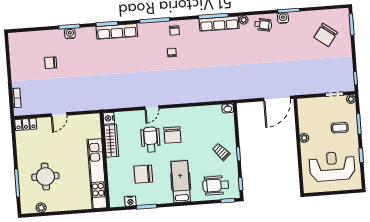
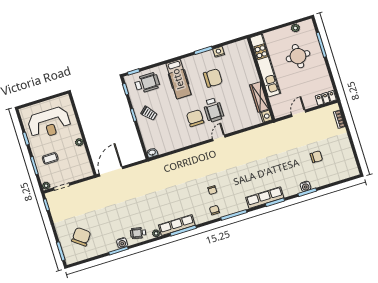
nightstand: (109, 118) -> (266, 116), moved
wardrobe: (111, 141) -> (259, 97), moved
wall: (105, 160) -> (261, 79), moved
kitchen unit: (97, 174) -> (265, 65), moved

